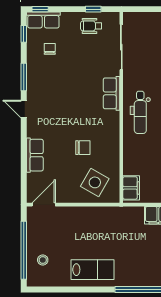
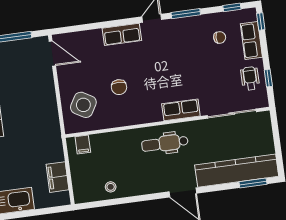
row of seats: (43, 20) -> (251, 40), moved
row of seats: (35, 155) -> (122, 34), moved
filing cabinet: (131, 188) -> (83, 145), width x0.50

